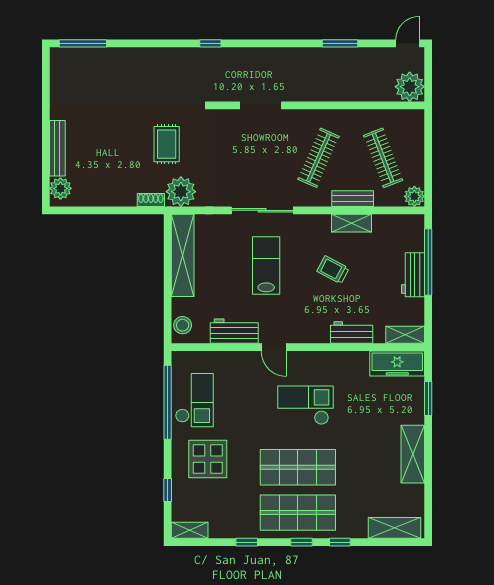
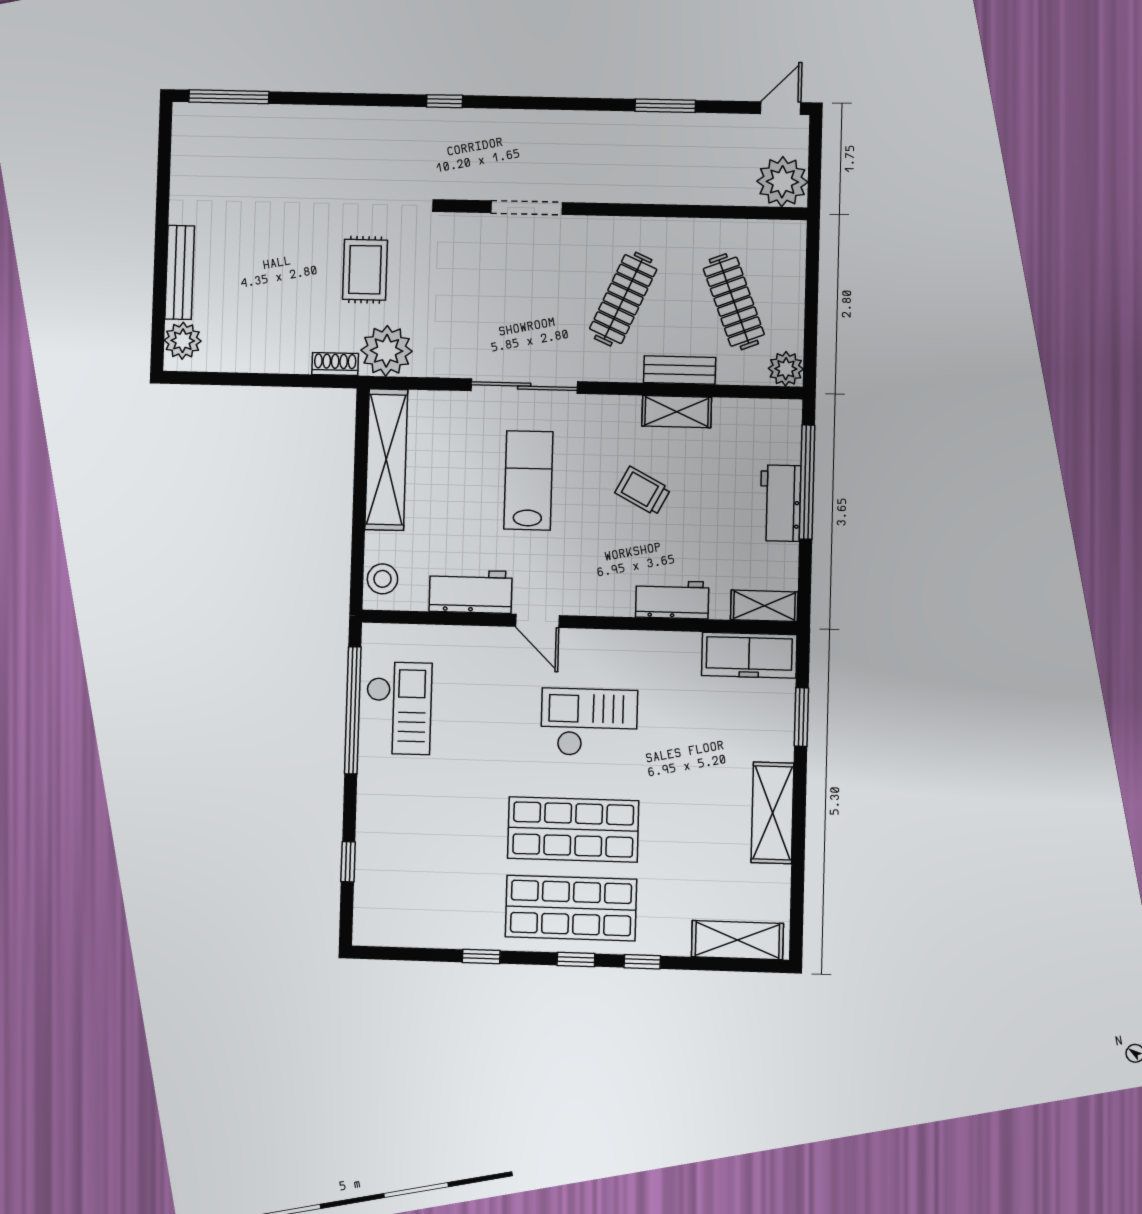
display table: (208, 459) -> (419, 810), removed
shelving: (190, 530) -> (384, 932), removed

